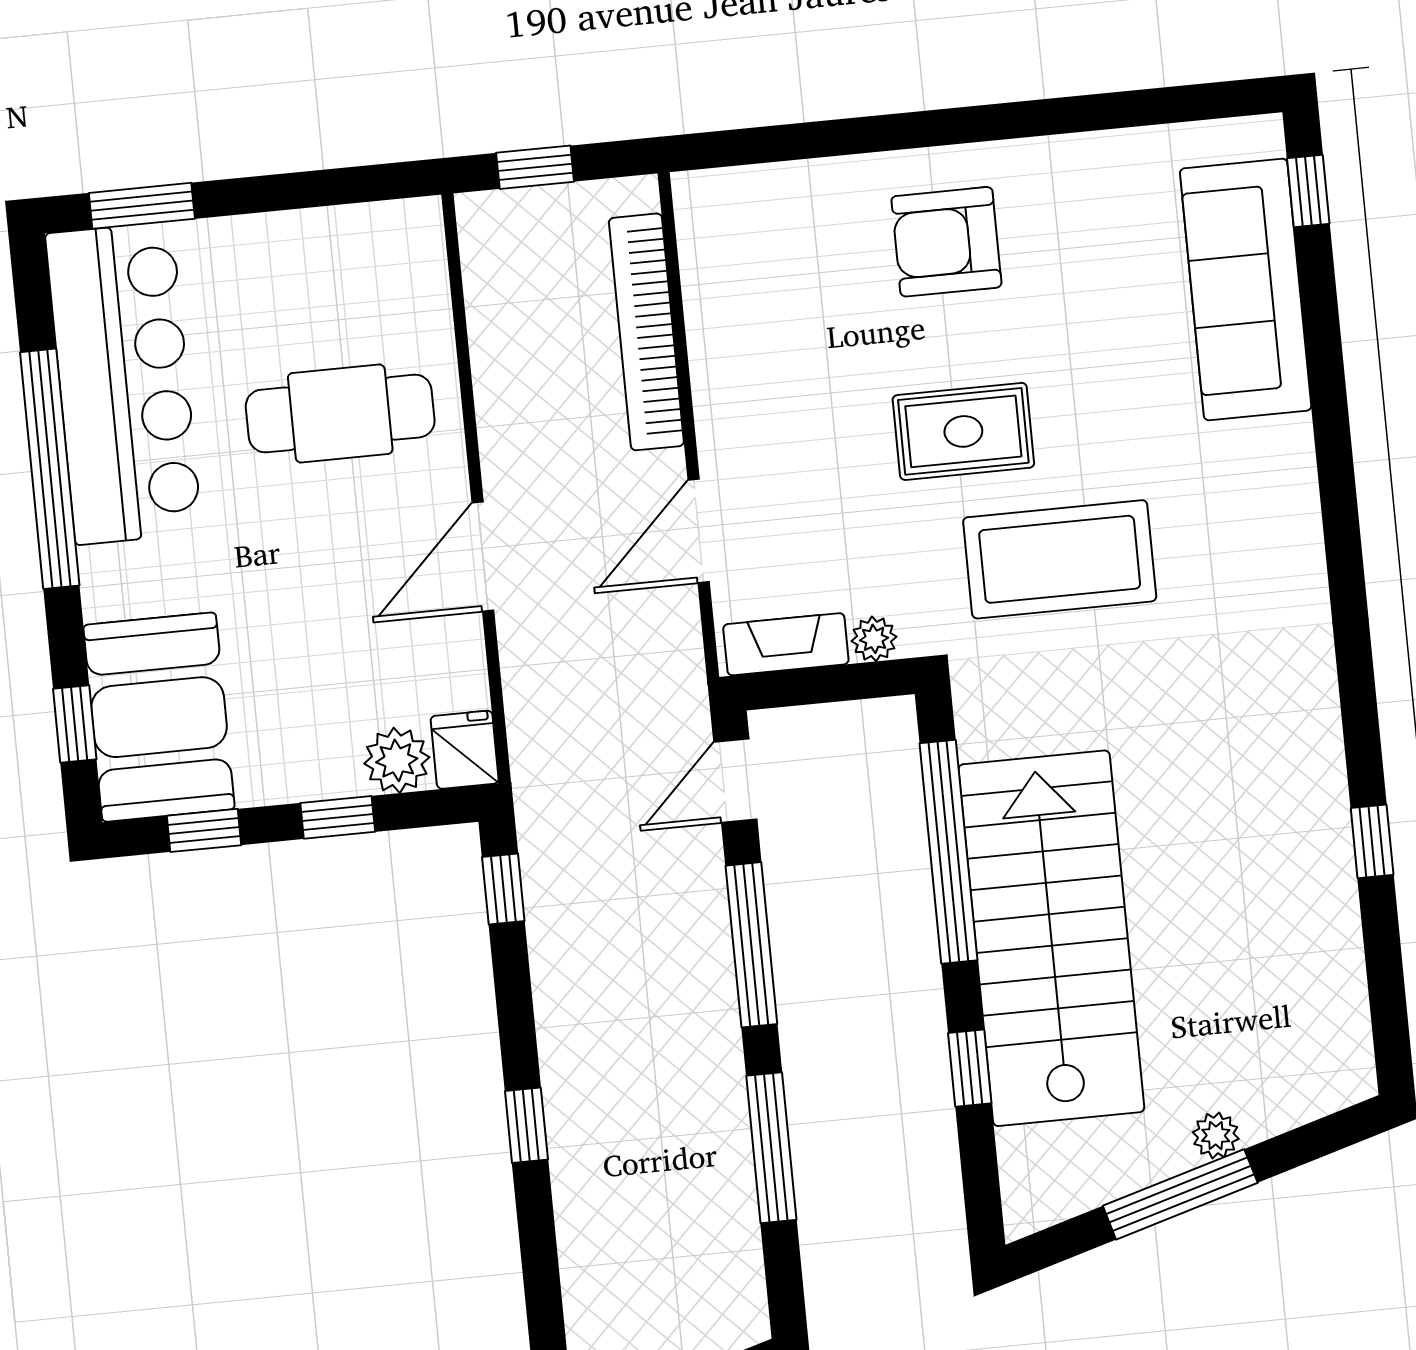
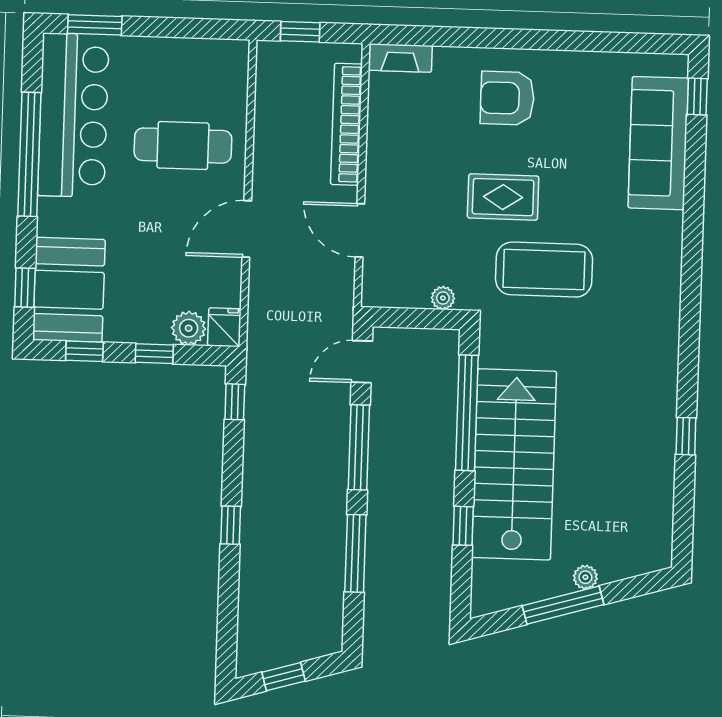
door: (699, 531) -> (360, 230), hinge flipped
fireplace: (786, 644) -> (400, 58), moved, turned 180

